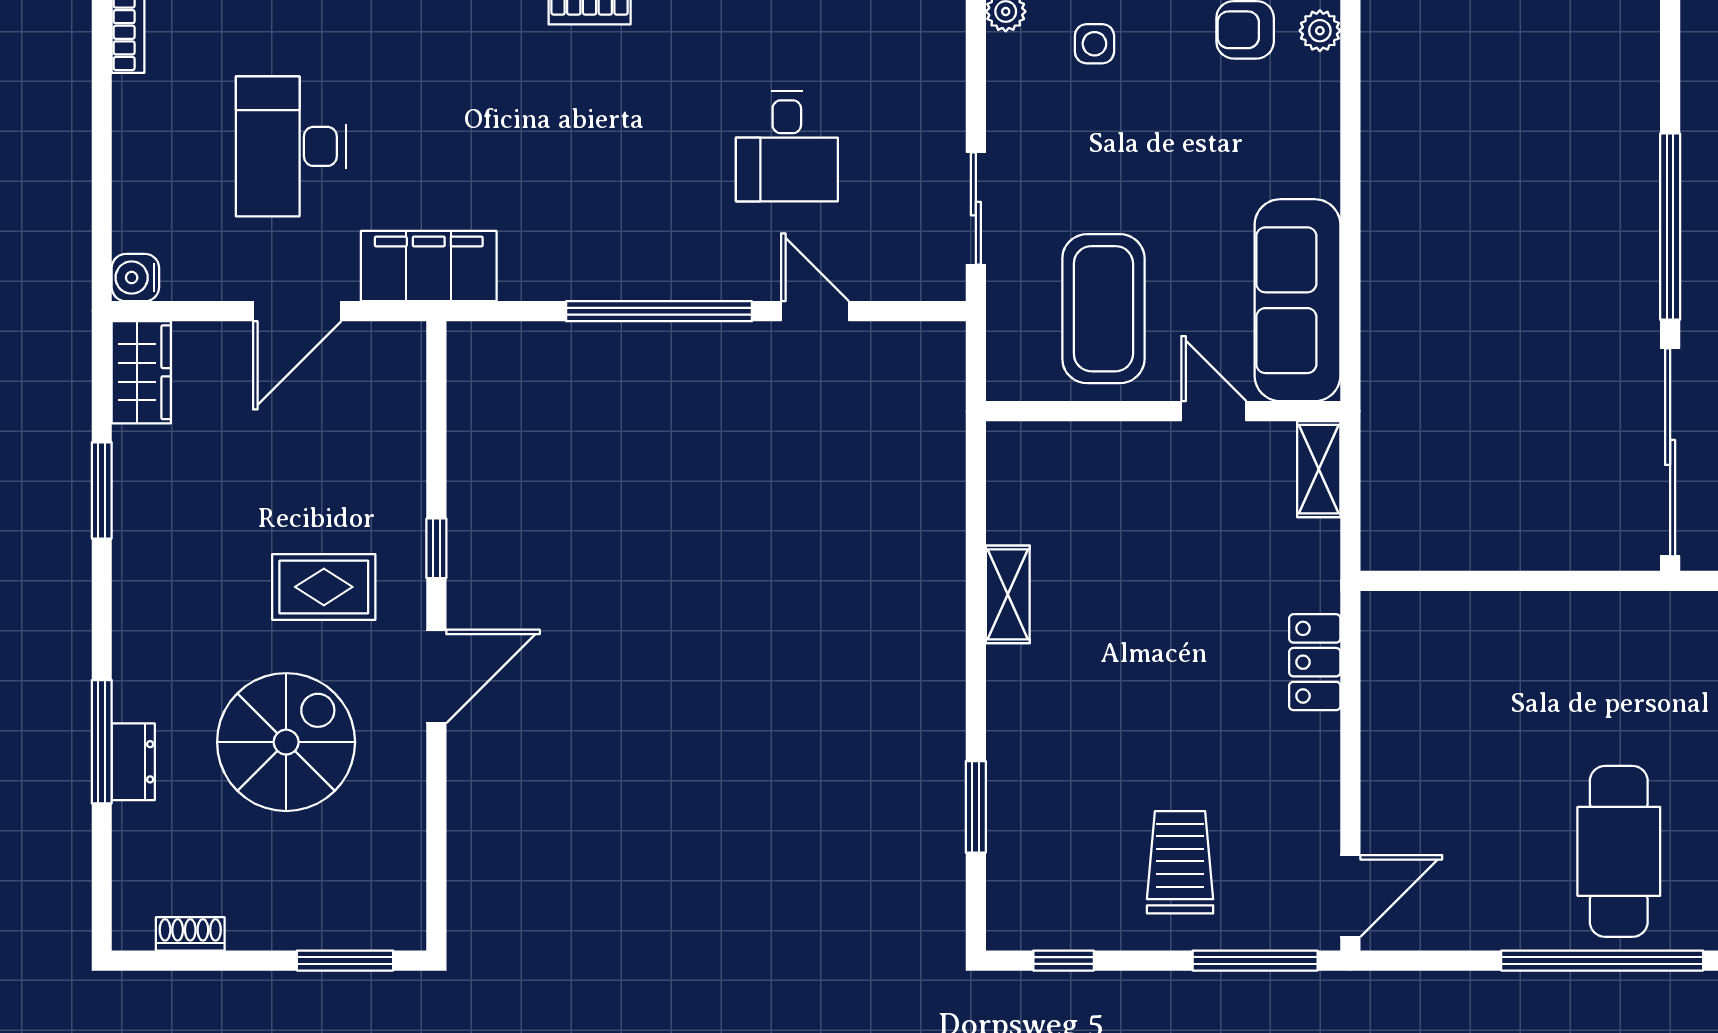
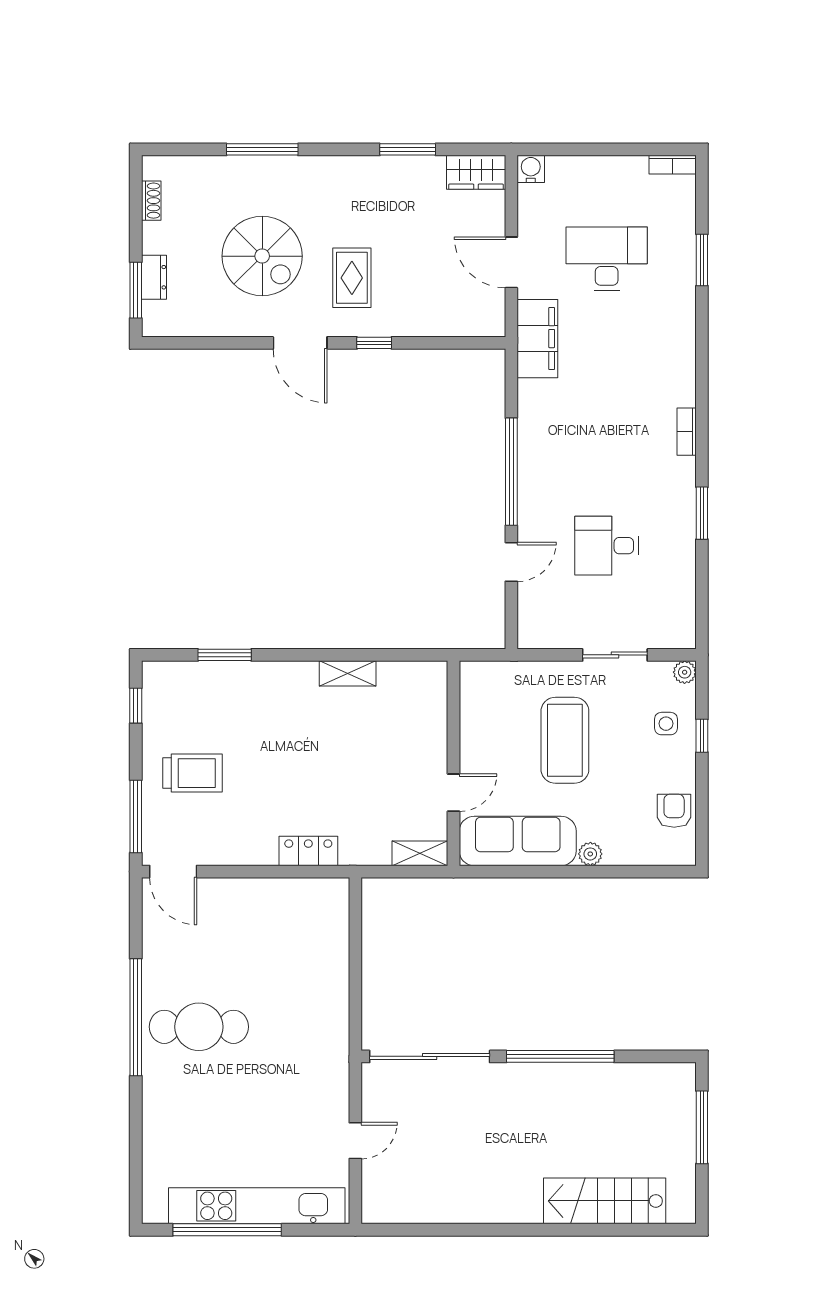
plant: (1320, 31) -> (590, 854), moved
sliding door: (976, 209) -> (615, 655), moved
coffee table: (1103, 309) -> (565, 740), moved, turned 90
dresser: (133, 762) -> (154, 277), moved, turned -90

